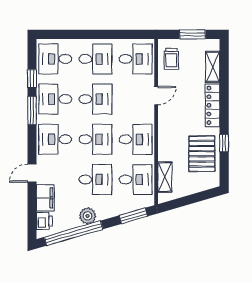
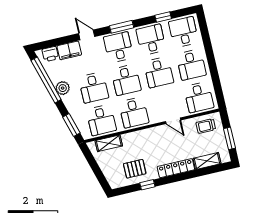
window: (32, 110) -> (122, 27), moved
pallet: (202, 154) -> (135, 169), width x0.67, depth x0.71

